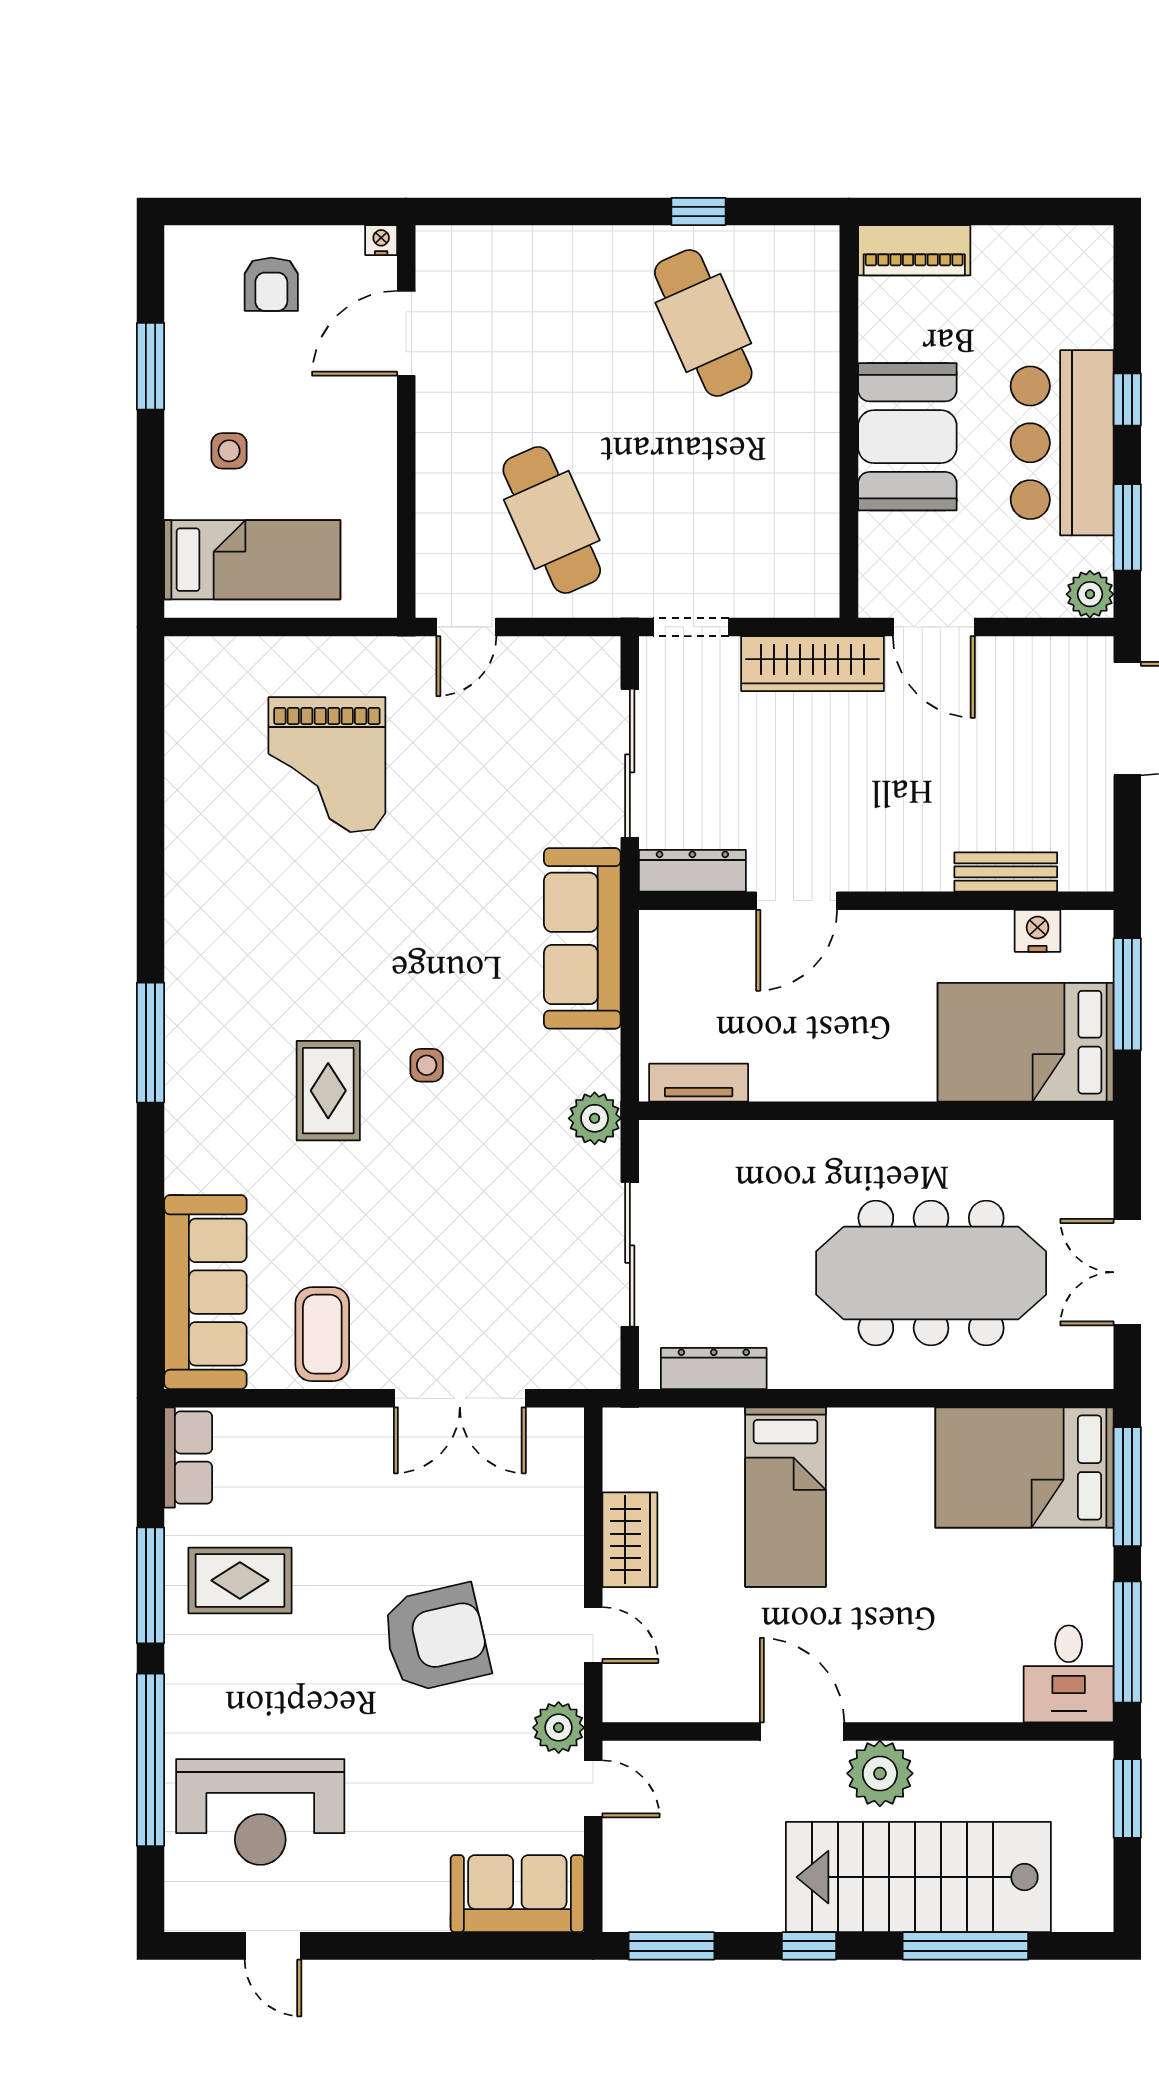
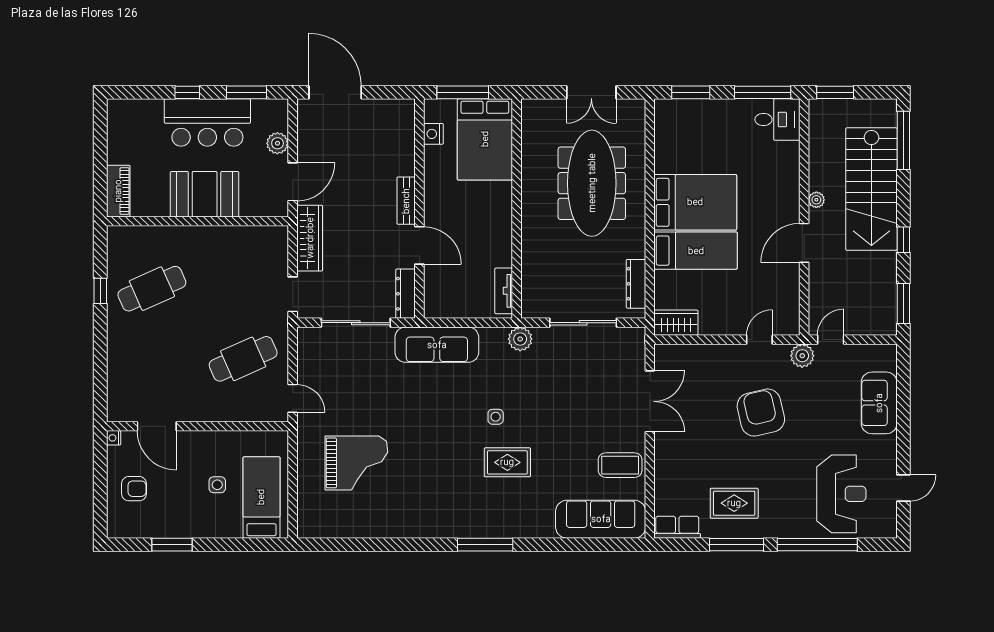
side table: (229, 451) -> (217, 485), moved
plant: (1090, 594) -> (277, 143), moved
bench: (1006, 872) -> (406, 201), moved
bed: (1024, 1468) -> (695, 202), moved, turned -90
window: (1127, 1487) -> (691, 92), width x0.69
wardrobe: (630, 1540) -> (676, 323), moved
rug: (240, 1580) -> (734, 503), turned 90
plant: (880, 1773) -> (816, 200), width x0.53, depth x0.53
sofa: (517, 1894) -> (879, 403), moved
window: (965, 1946) -> (903, 140), moved

